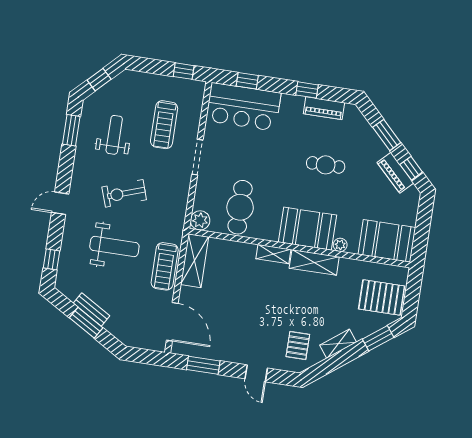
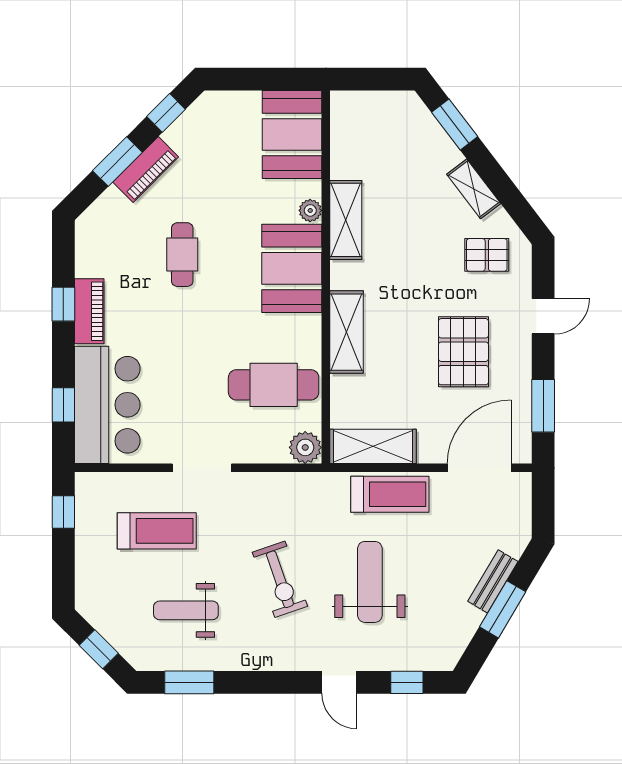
piano: (324, 108) -> (89, 311), moved
piano: (395, 173) -> (146, 169), moved
door: (60, 203) -> (339, 682), moved
shelving: (273, 254) -> (346, 332), width x1.50, depth x1.33
shelving: (314, 262) -> (346, 220), moved
pallet: (382, 297) -> (463, 352), moved
bench: (91, 310) -> (493, 581), moved

